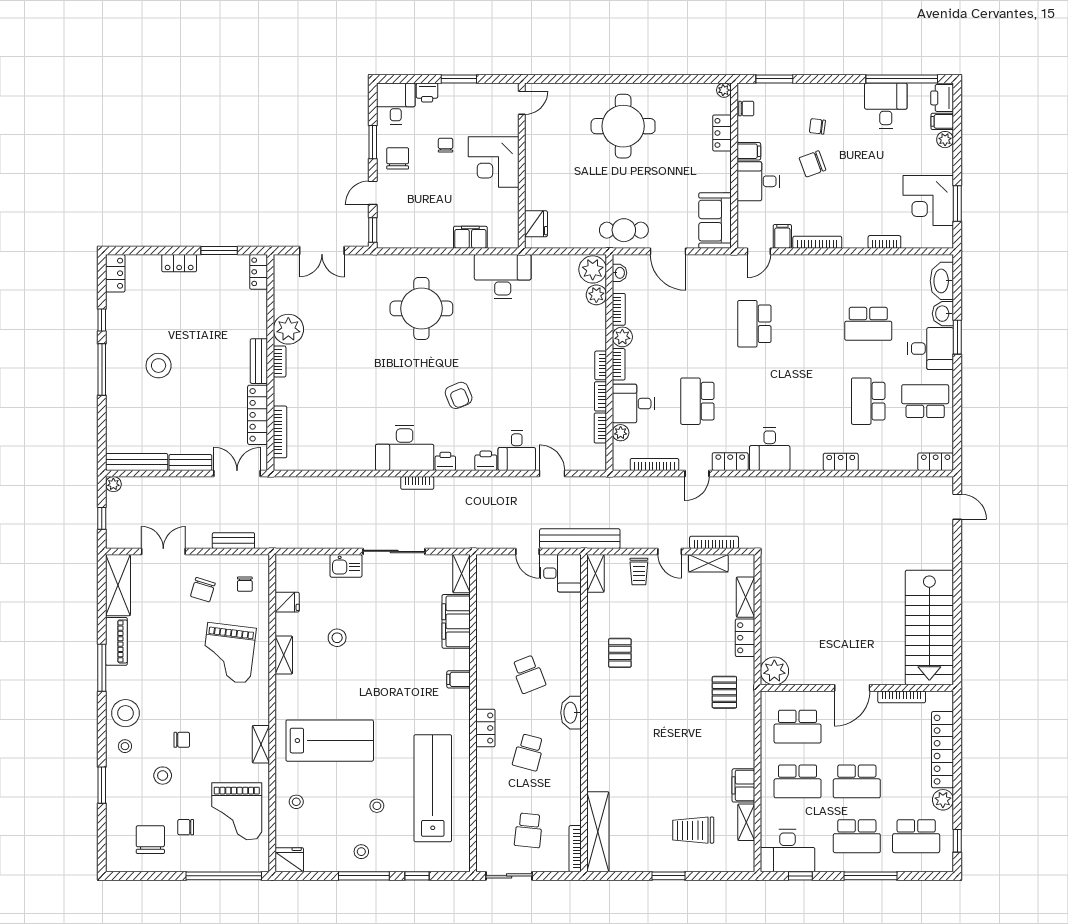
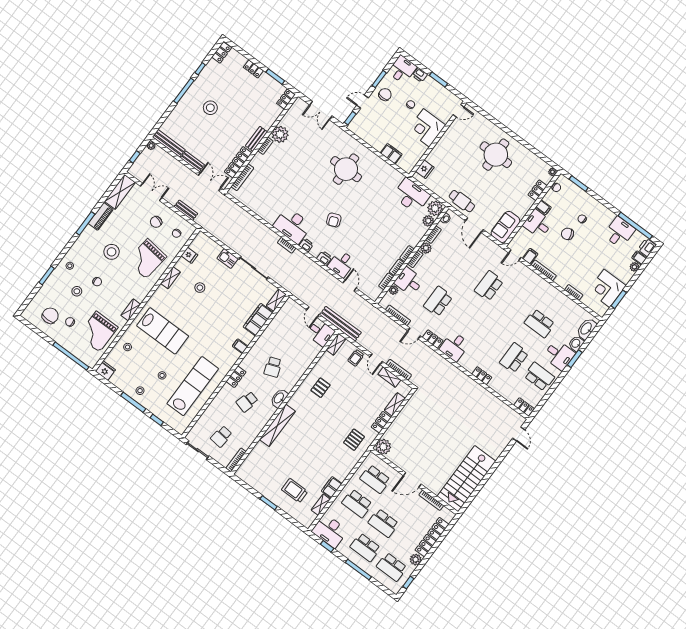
desk: (503, 276) -> (411, 196), moved
stool: (126, 713) -> (112, 252), moved
shelving: (598, 832) -> (277, 425), moved

